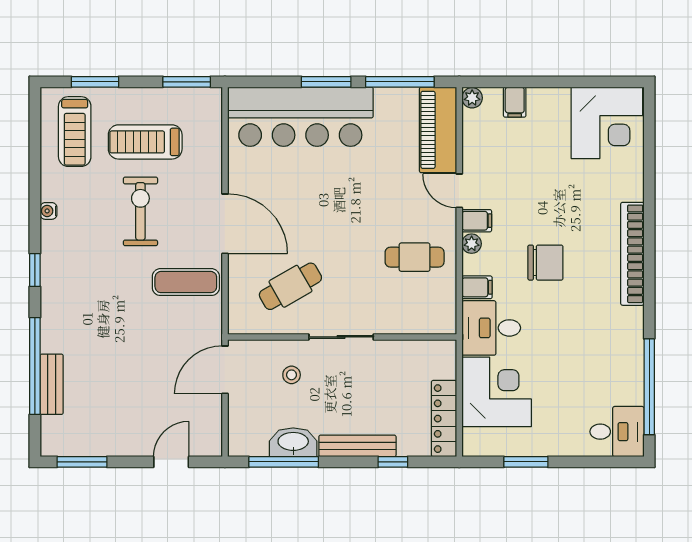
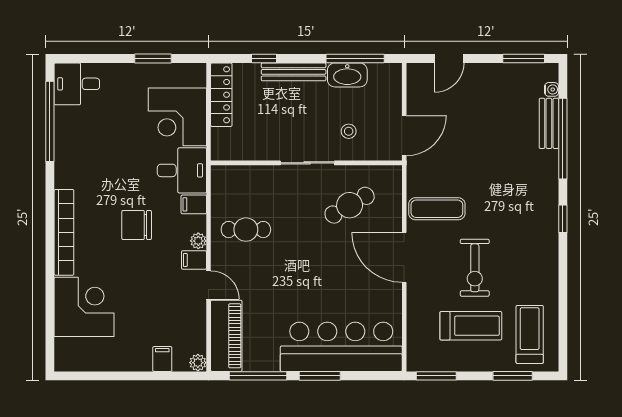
corner desk: (607, 123) -> (84, 307), moved, turned 90
water cooler: (48, 211) -> (552, 89), moved

